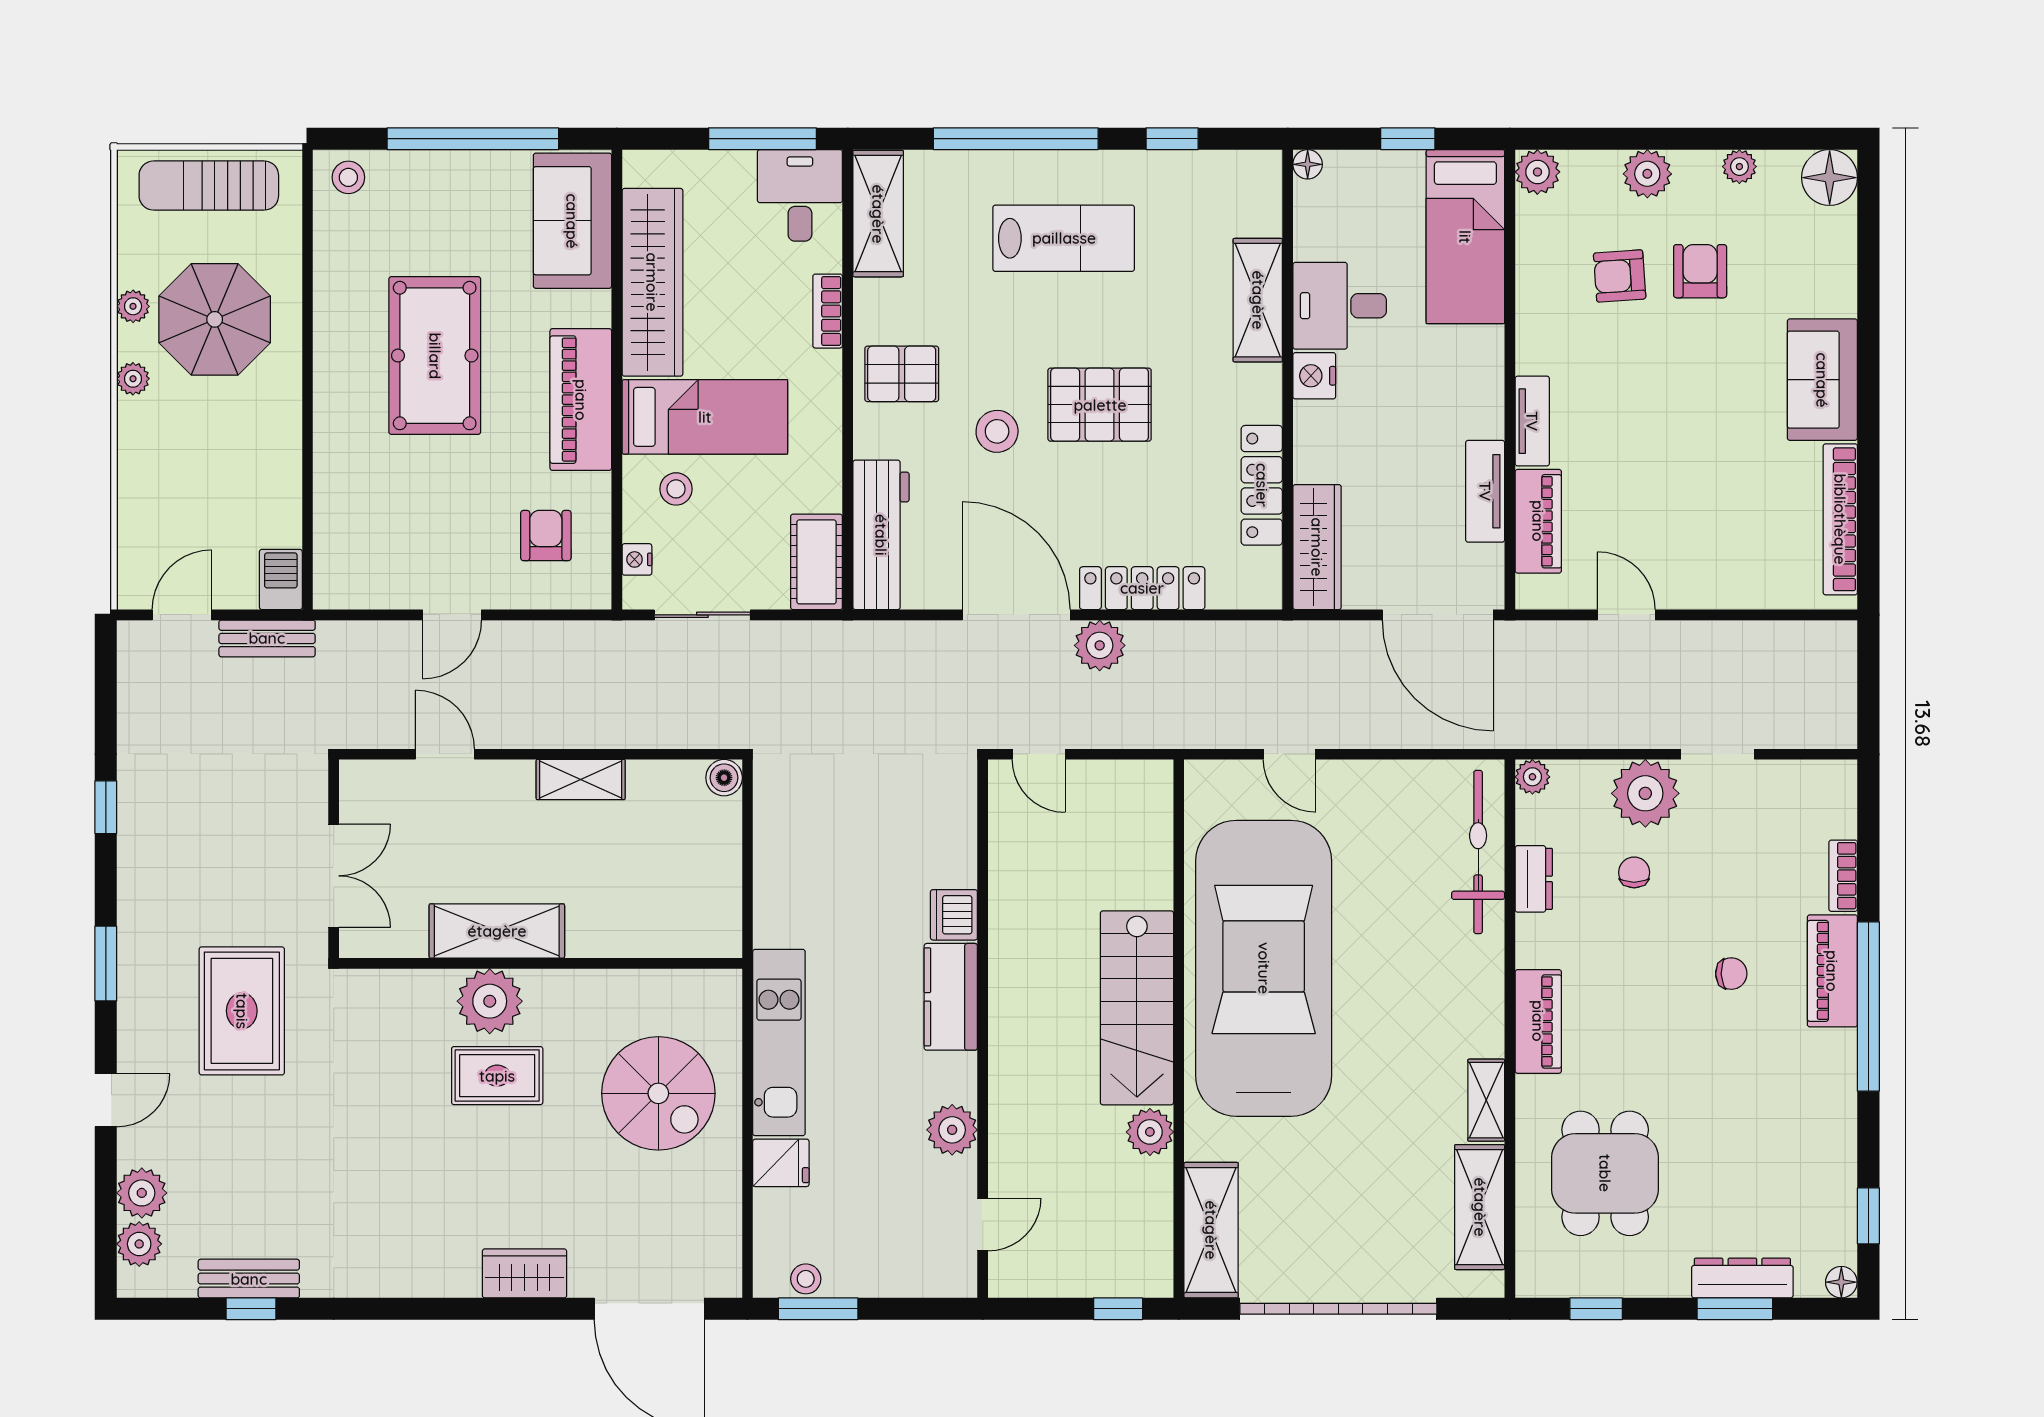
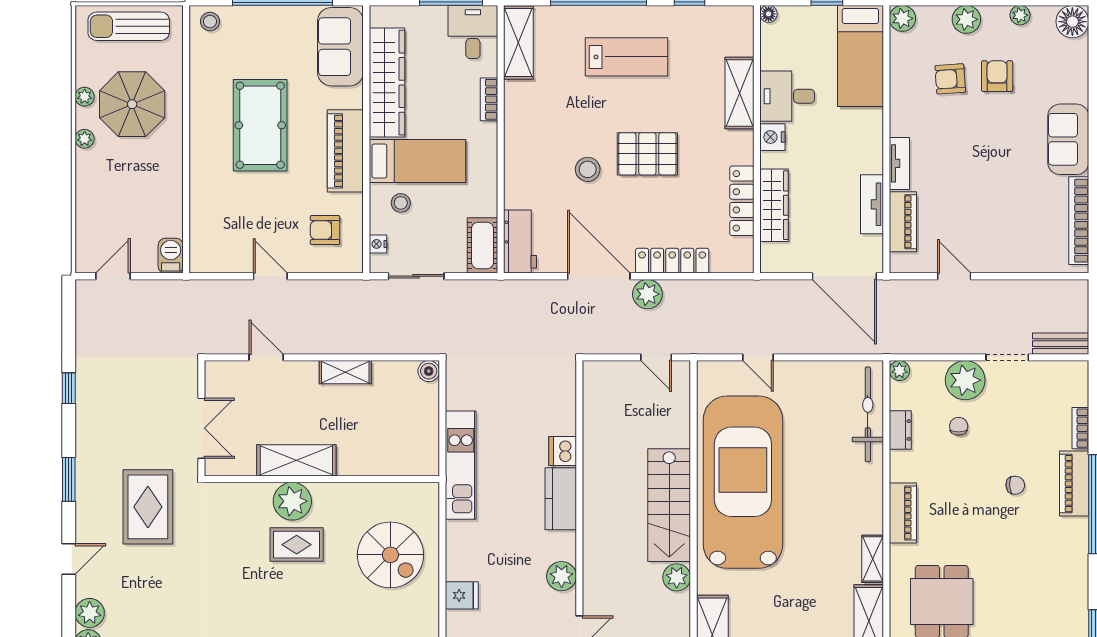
pallet: (902, 374) -> (532, 136), removed
workbench: (881, 535) -> (520, 242), width x0.73
armchair: (546, 536) -> (325, 230), turned -90
wardrobe: (1317, 547) -> (774, 205), moved
door: (452, 615) -> (270, 276), swing flipped
bench: (267, 638) -> (1061, 344), moved
door: (1039, 754) -> (656, 357), moved
kitchen unit: (779, 1043) -> (461, 465), moved

